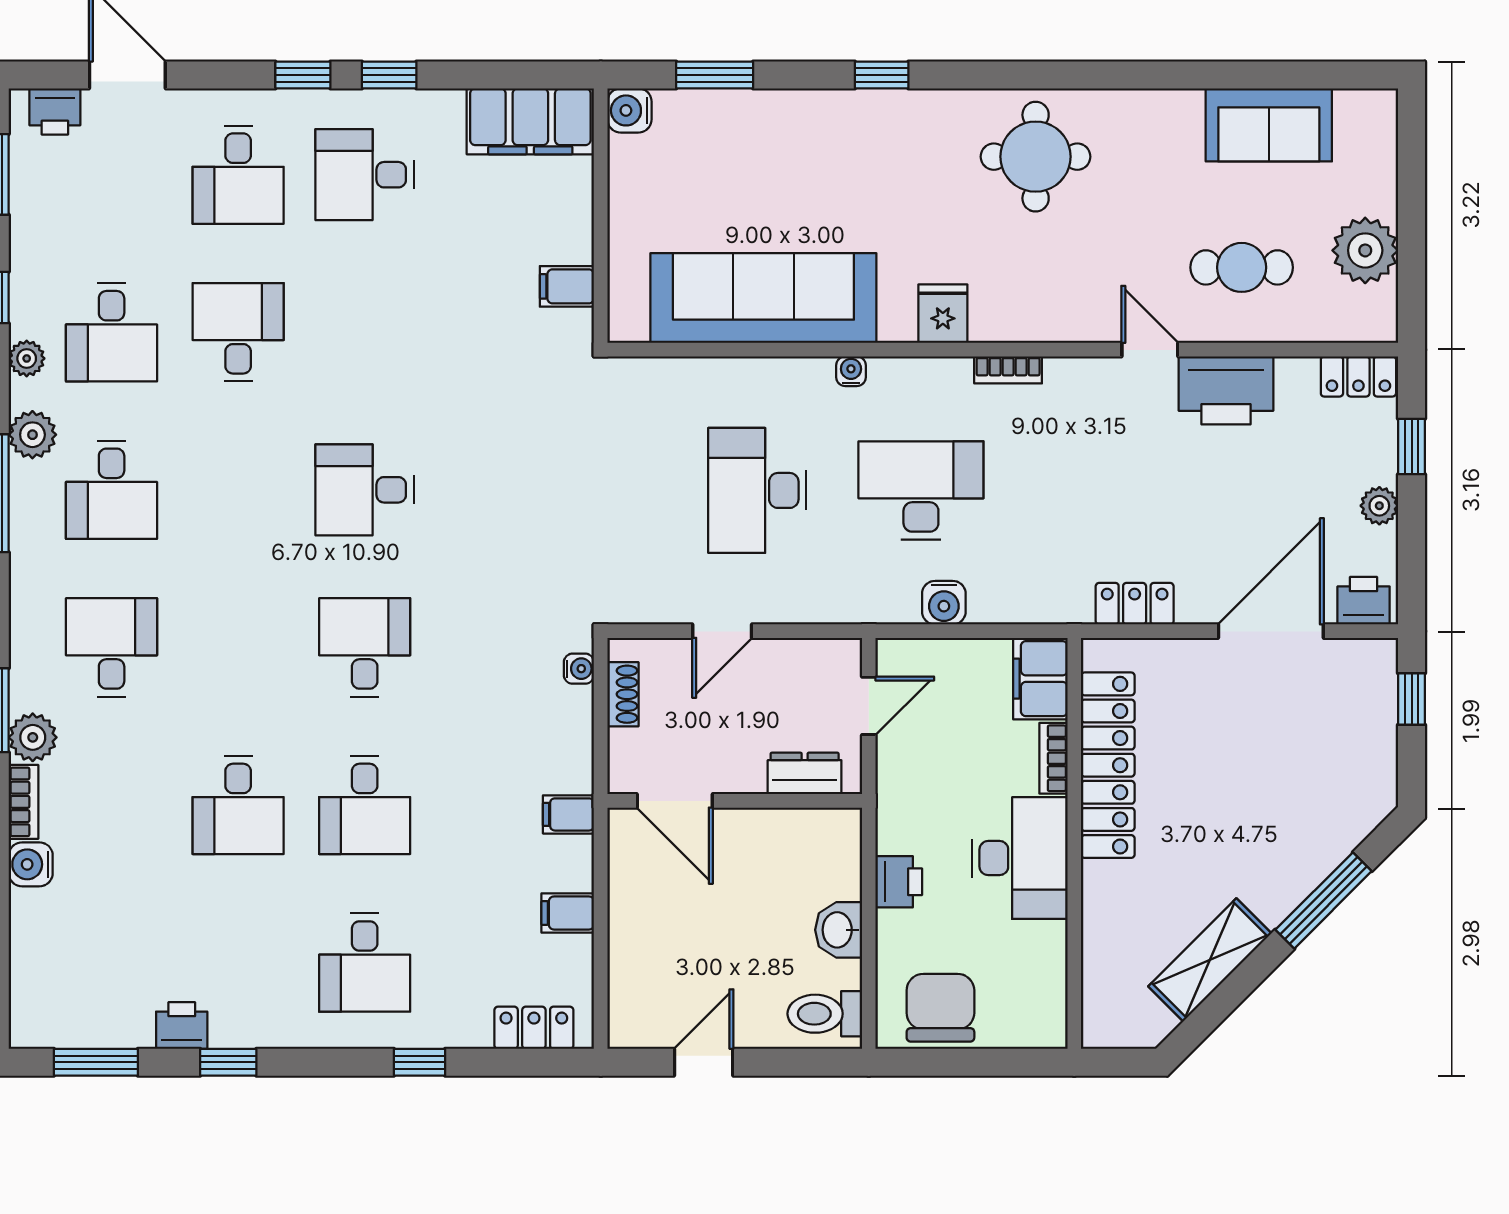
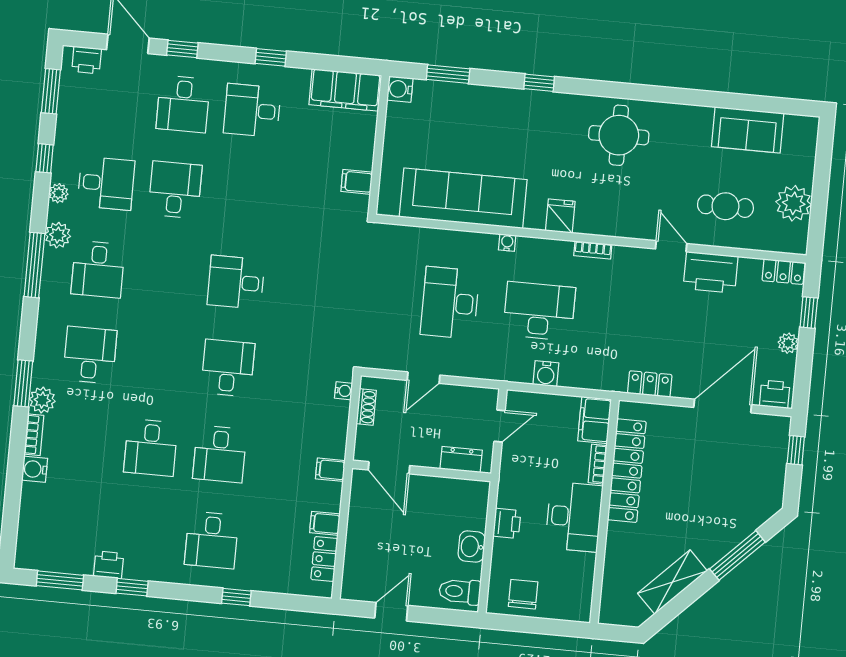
window: (303, 75) -> (182, 49), moved
desk: (112, 332) -> (106, 183), turned -90
chair: (940, 1008) -> (523, 594), width x0.73, depth x0.73
locker: (534, 1028) -> (324, 559), moved, turned -90

